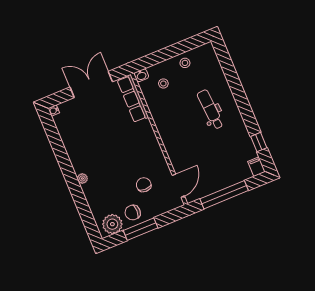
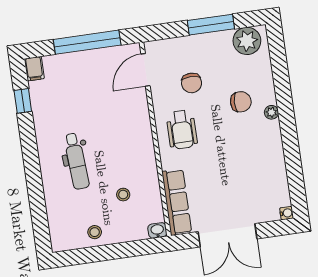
stool: (163, 83) -> (123, 195), moved
wheelchair: (142, 150) -> (182, 130), added
chair: (133, 213) -> (241, 102), moved

